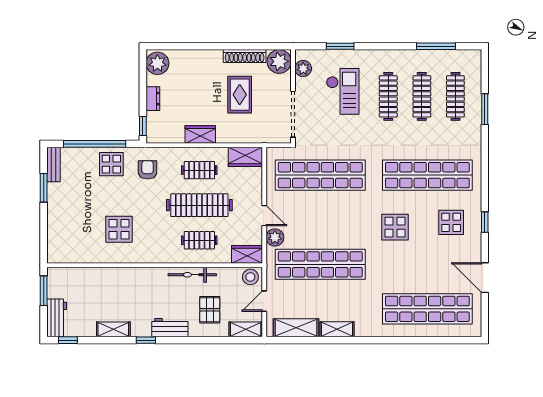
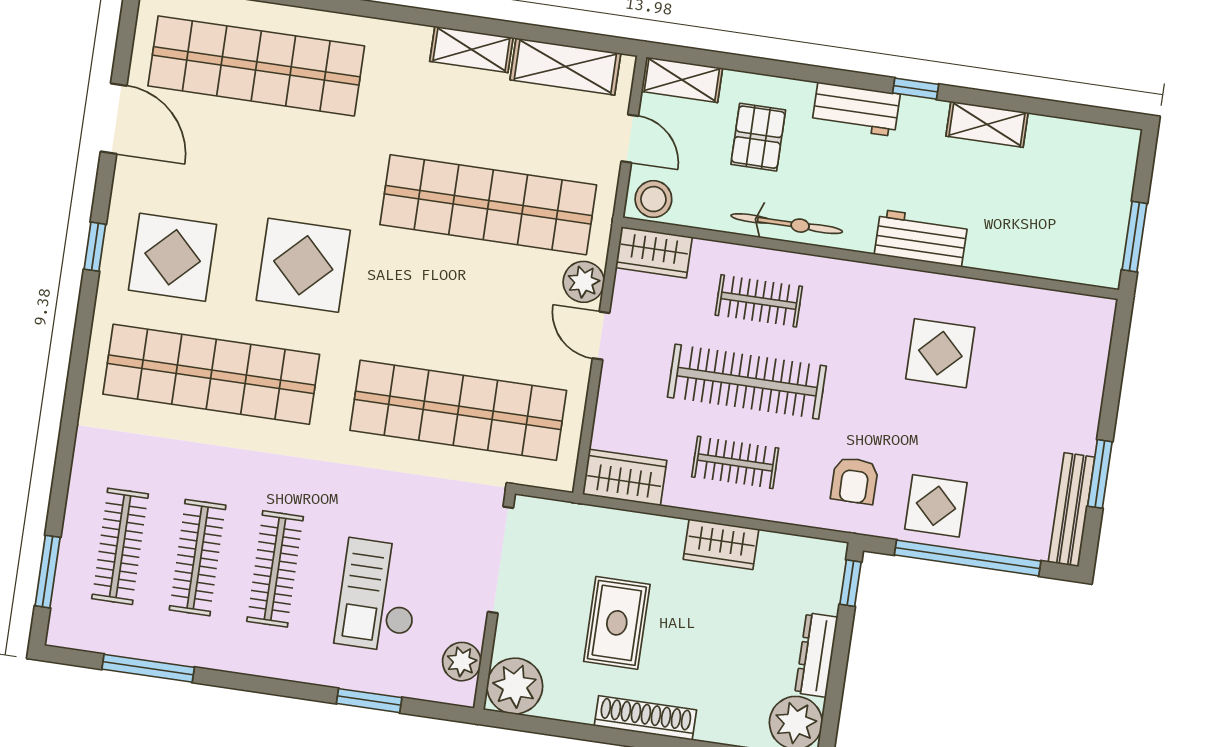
shoe rack: (245, 56) -> (645, 718), moved
dresser: (153, 99) -> (816, 655), width x1.44
window: (485, 109) -> (48, 572), moved
bench: (54, 165) -> (1071, 510), width x1.36
display table: (451, 222) -> (173, 257), width x1.36, depth x1.36
display table: (395, 227) -> (303, 265), width x1.36, depth x1.36
door: (264, 301) -> (630, 139), hinge flipped
workbench: (57, 318) -> (921, 238), moved, turned 90
window: (68, 340) -> (1095, 115), removed

